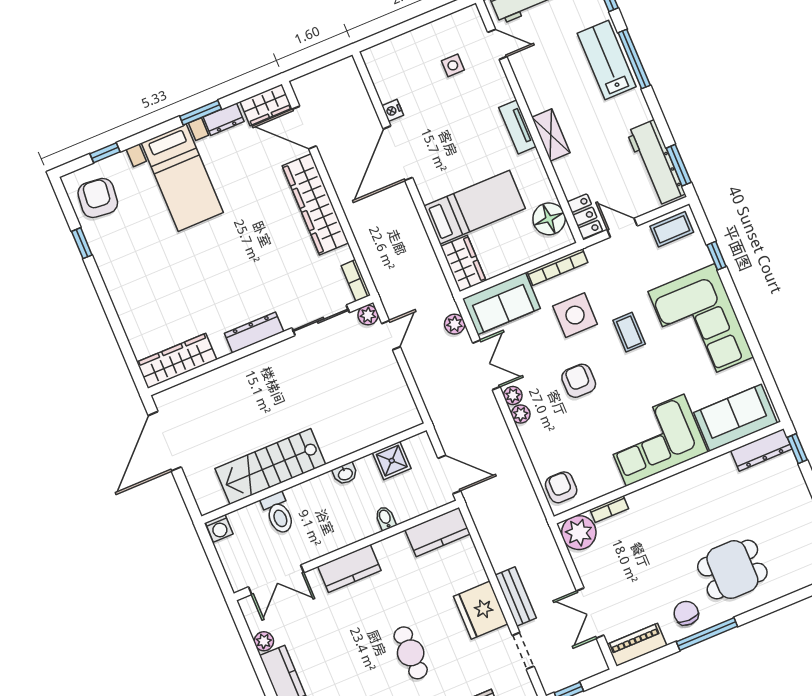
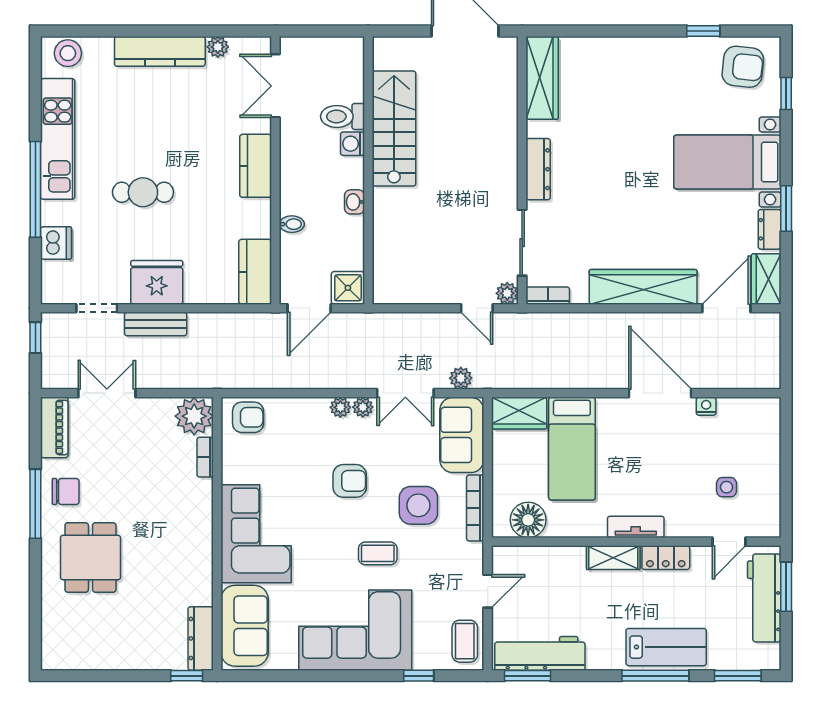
locker: (585, 216) -> (666, 558), moved
shower: (392, 461) -> (348, 288), moved
washing machine: (219, 528) -> (352, 144), moved

